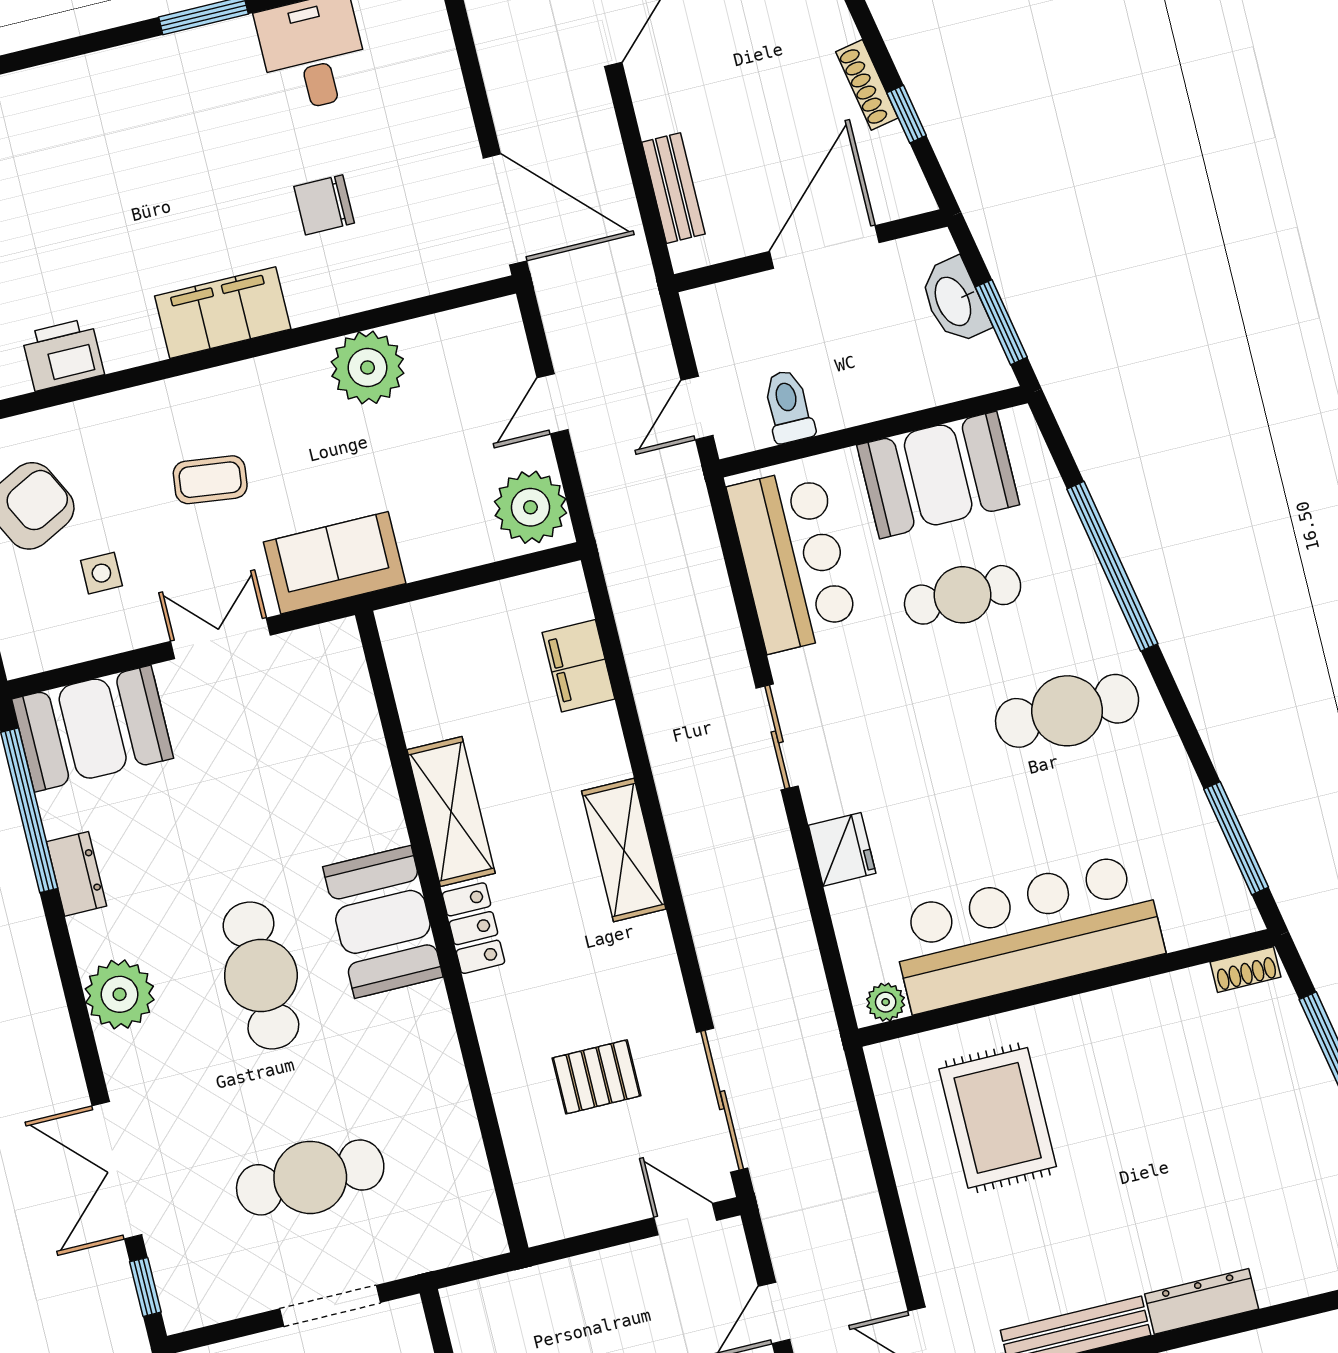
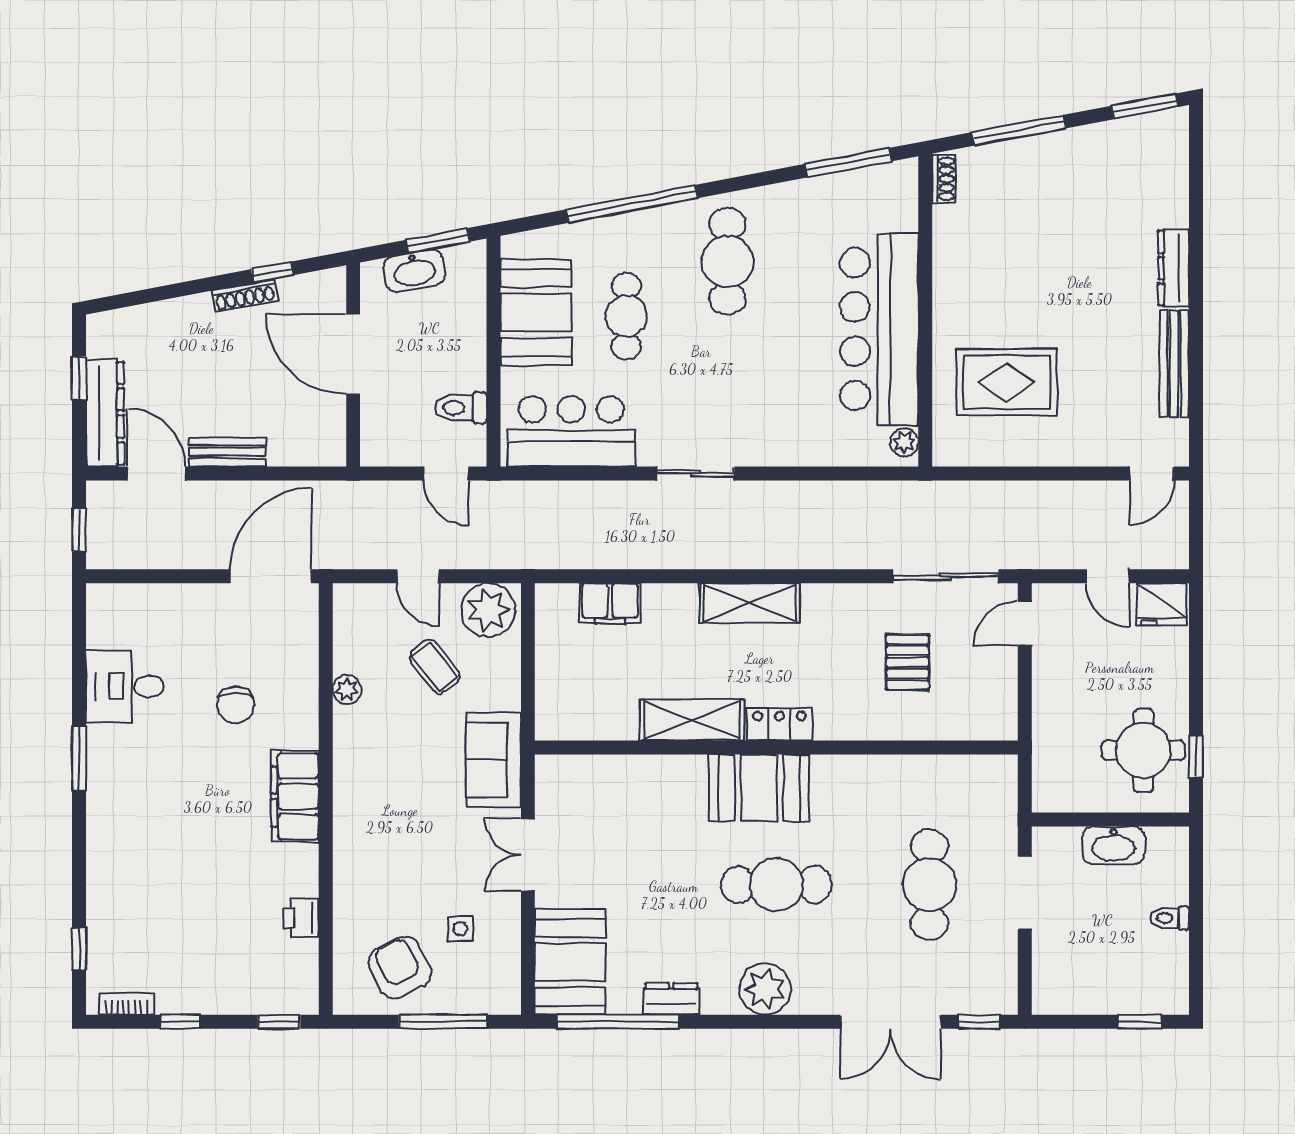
bench: (673, 188) -> (227, 452), moved
printer: (63, 354) -> (301, 918), width x0.73, depth x0.81
plant: (368, 368) -> (347, 690), width x0.53, depth x0.53
coffee table: (210, 480) -> (435, 666), moved, turned -44
fridge: (842, 849) -> (787, 447), removed

